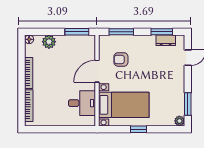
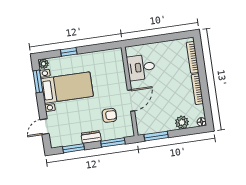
dresser: (166, 40) -> (91, 137), moved
bed with nightstands: (124, 105) -> (67, 88), moved, turned 180
window: (139, 129) -> (69, 52), moved

